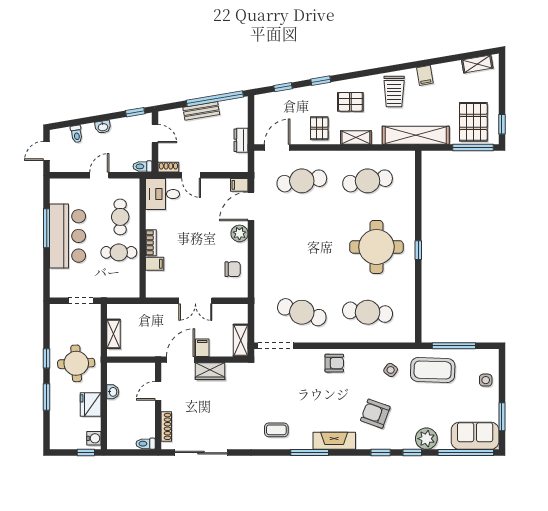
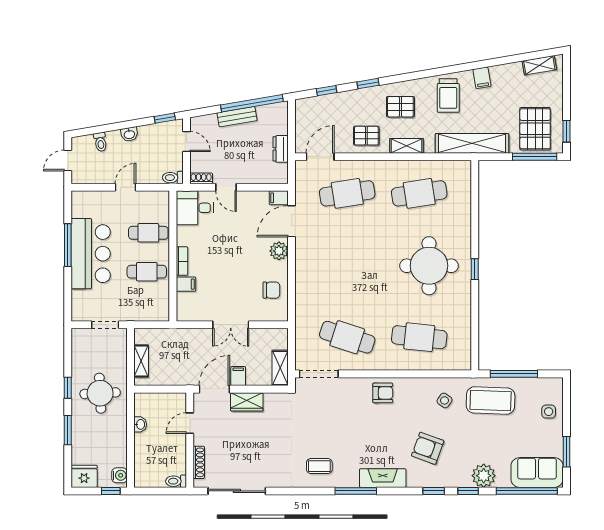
pallet: (319, 128) -> (366, 136), turned 90
cafe table: (120, 217) -> (148, 233), turned 90
fridge: (91, 405) -> (84, 476), moved, turned 90

